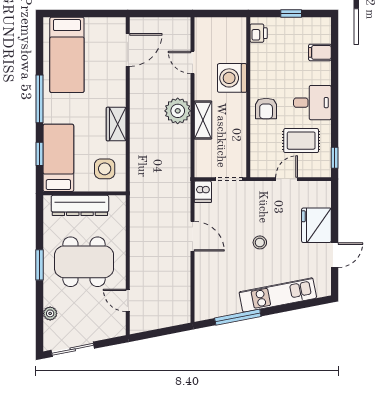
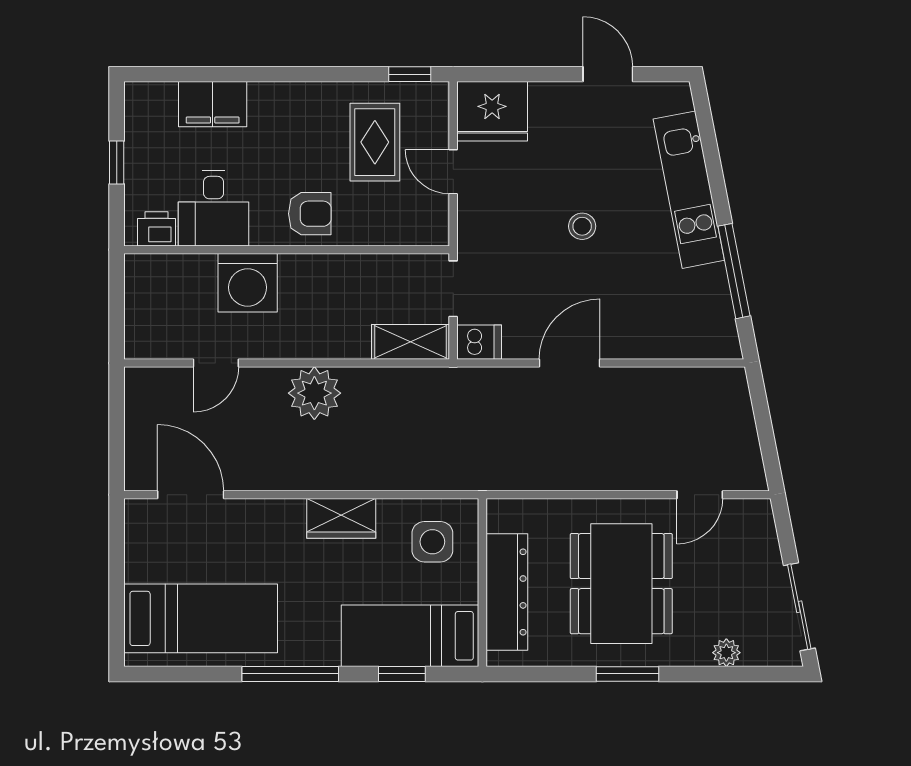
filing cabinet: (320, 52) -> (213, 104), width x2.00
desk: (312, 103) -> (214, 208), moved, turned 180
shelving: (203, 120) -> (411, 342), moved
fridge: (316, 225) -> (492, 111), moved

